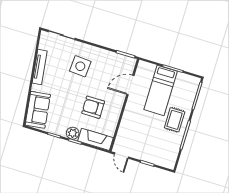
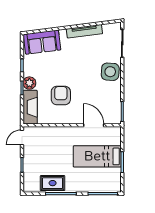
side table: (80, 66) -> (110, 72), moved
rug: (175, 120) -> (53, 183), moved

